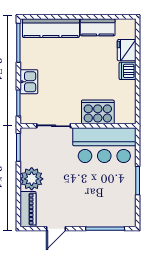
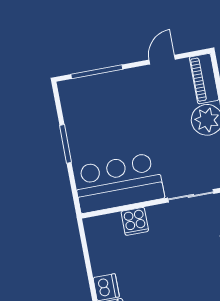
cooker: (98, 112) -> (135, 221), width x0.53, depth x0.76

